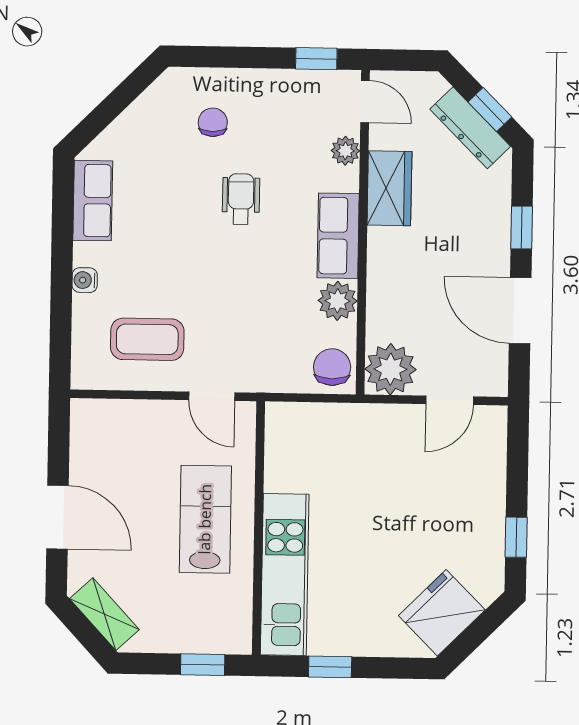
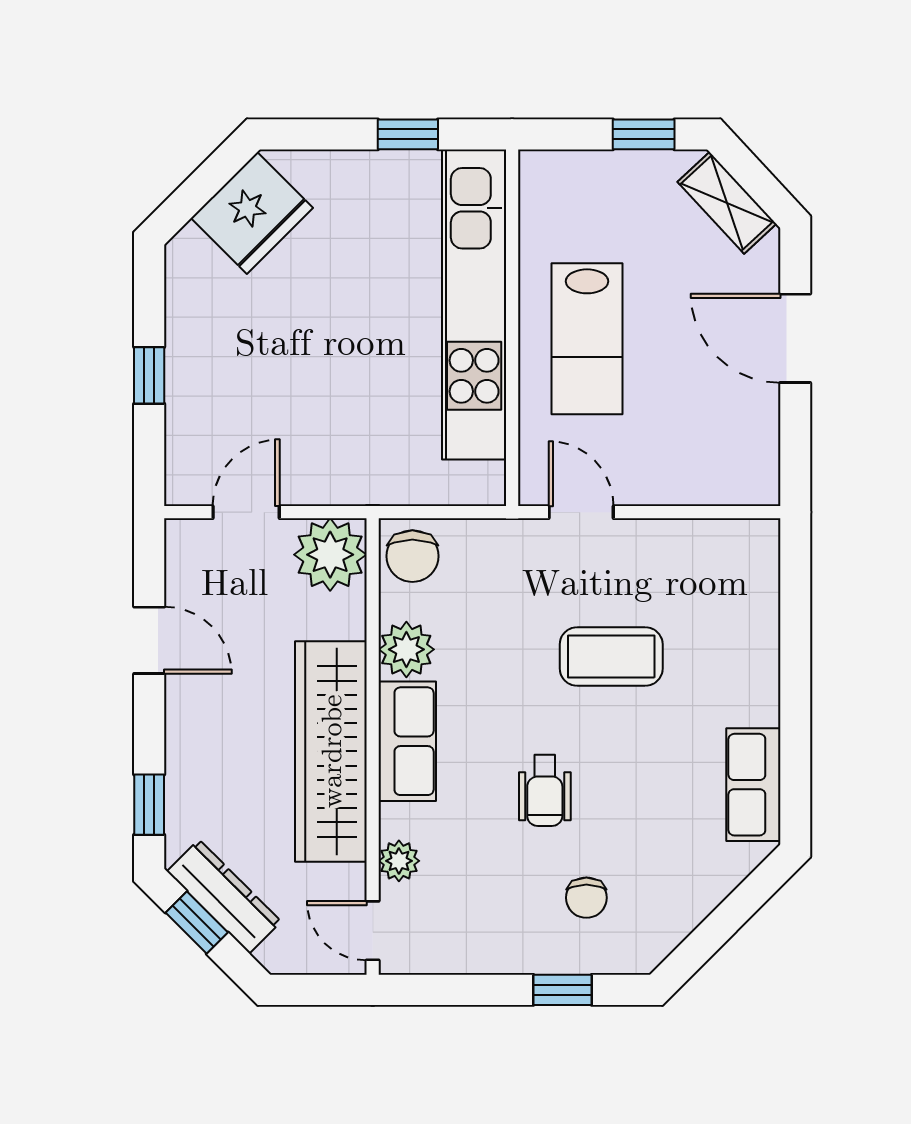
window: (316, 59) -> (562, 990), moved
wardrobe: (389, 188) -> (331, 751), width x2.10, depth x1.17
window: (522, 228) -> (149, 805), moved
water cooler: (85, 280) -> (763, 672), removed
door: (520, 311) -> (149, 640), width x0.73
coffee table: (147, 339) -> (611, 656), moved
window: (516, 537) -> (149, 375), moved
kitchen unit: (285, 574) -> (474, 304), width x1.36
window: (203, 665) -> (644, 134), moved

